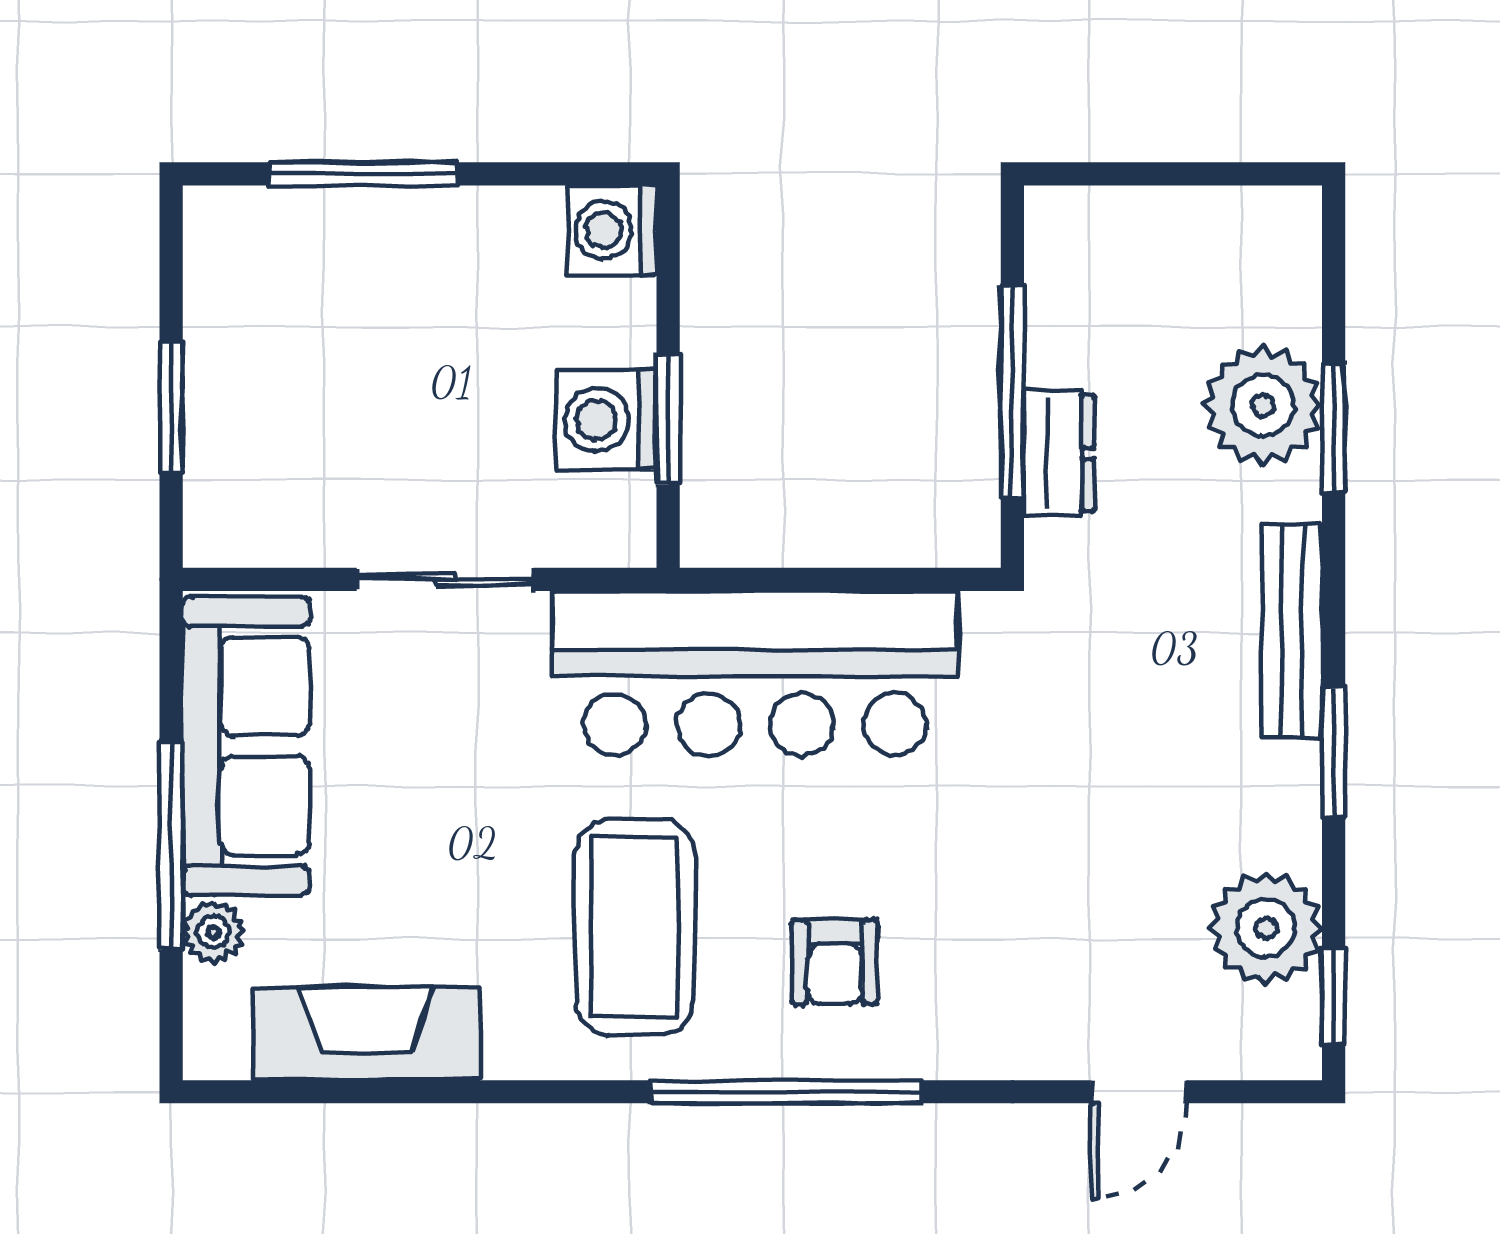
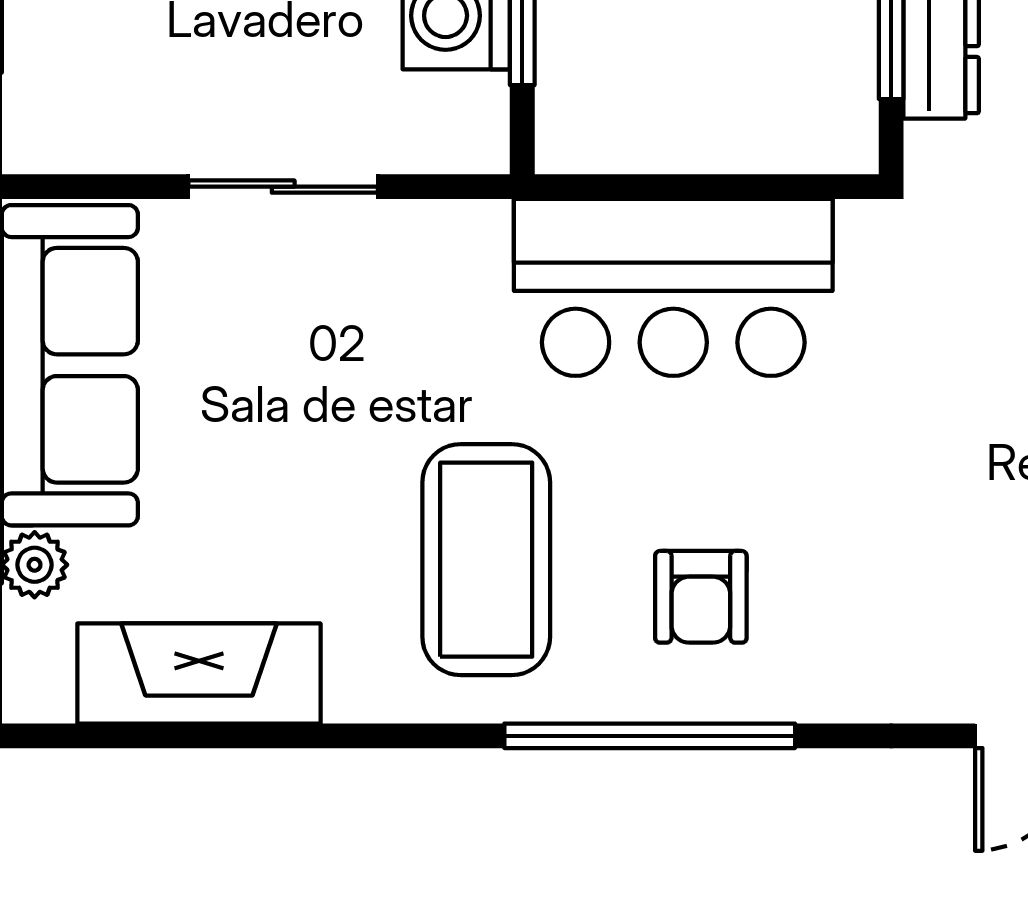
bar counter: (755, 673) -> (673, 287), width x0.73

